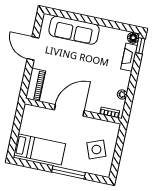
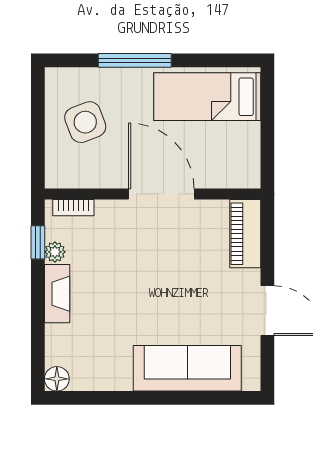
window: (140, 46) -> (38, 242), moved
fireplace: (129, 57) -> (57, 294), moved
door: (69, 110) -> (161, 194), swing flipped

